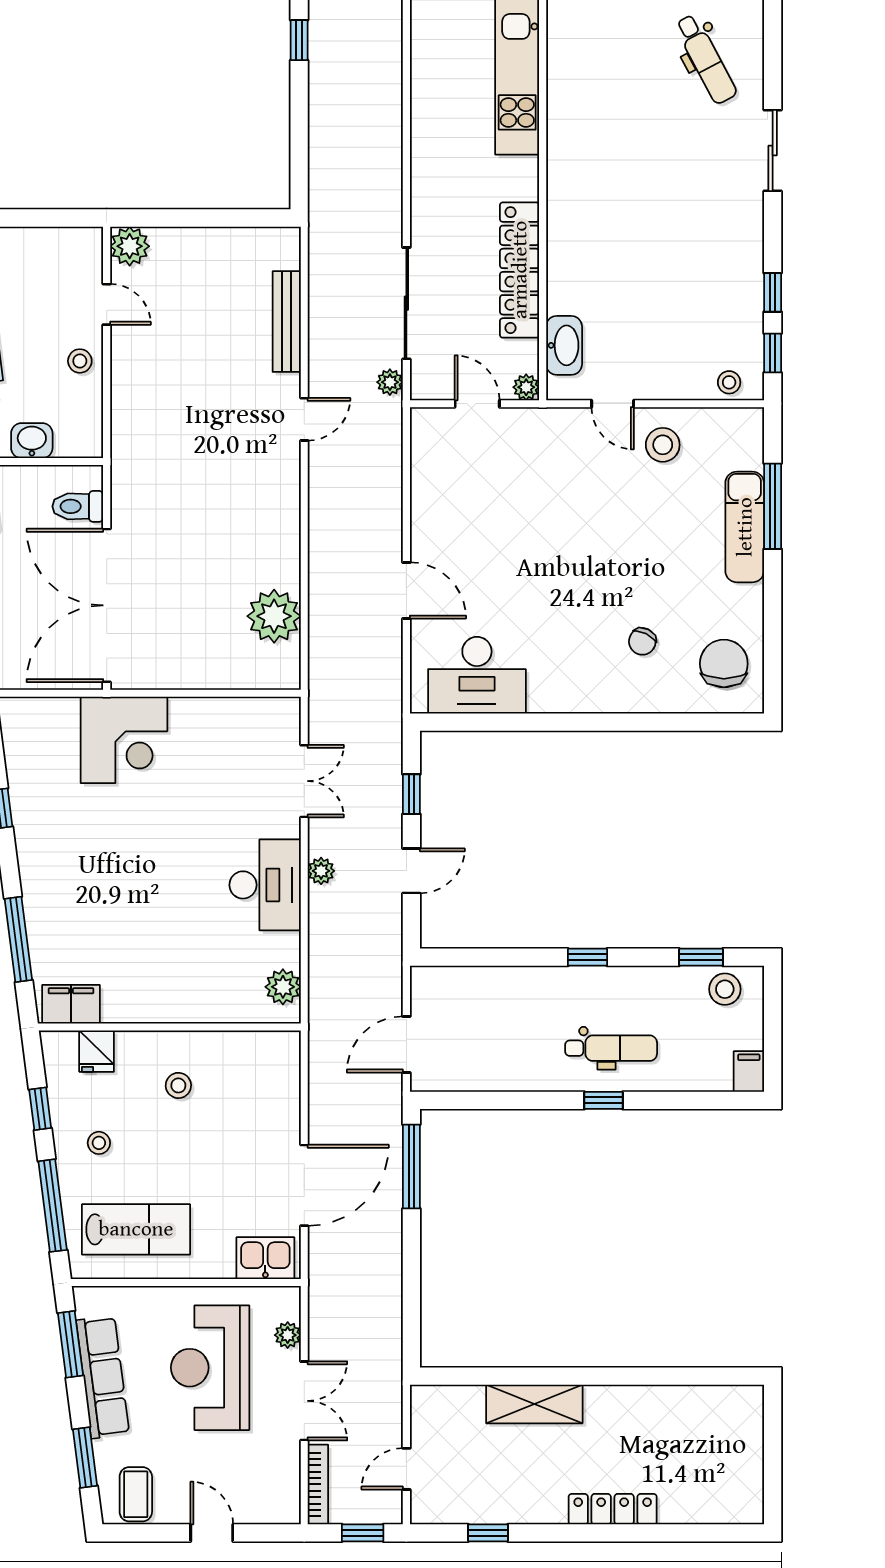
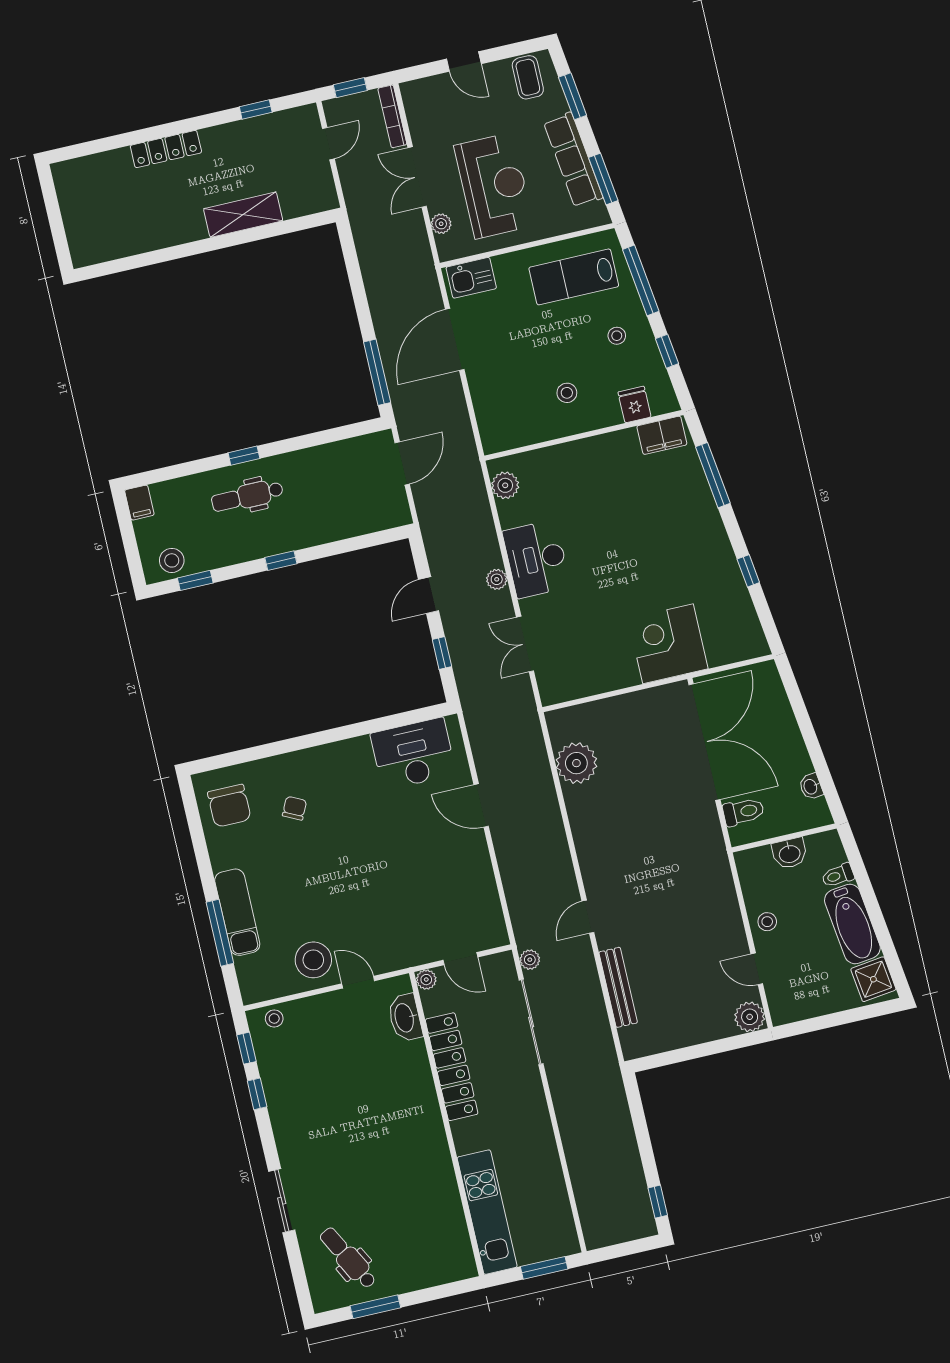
stool: (663, 445) -> (313, 960), width x1.38, depth x1.38

